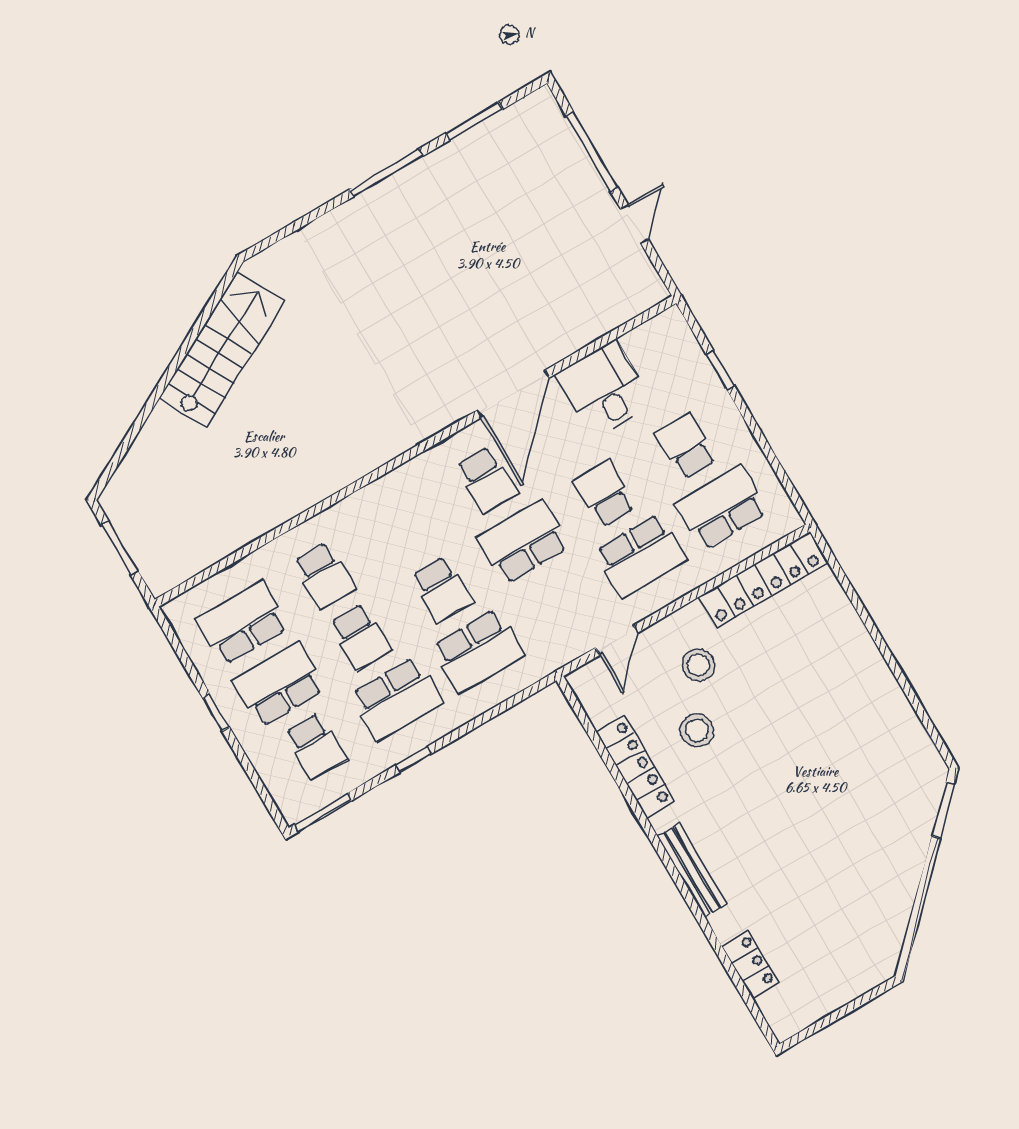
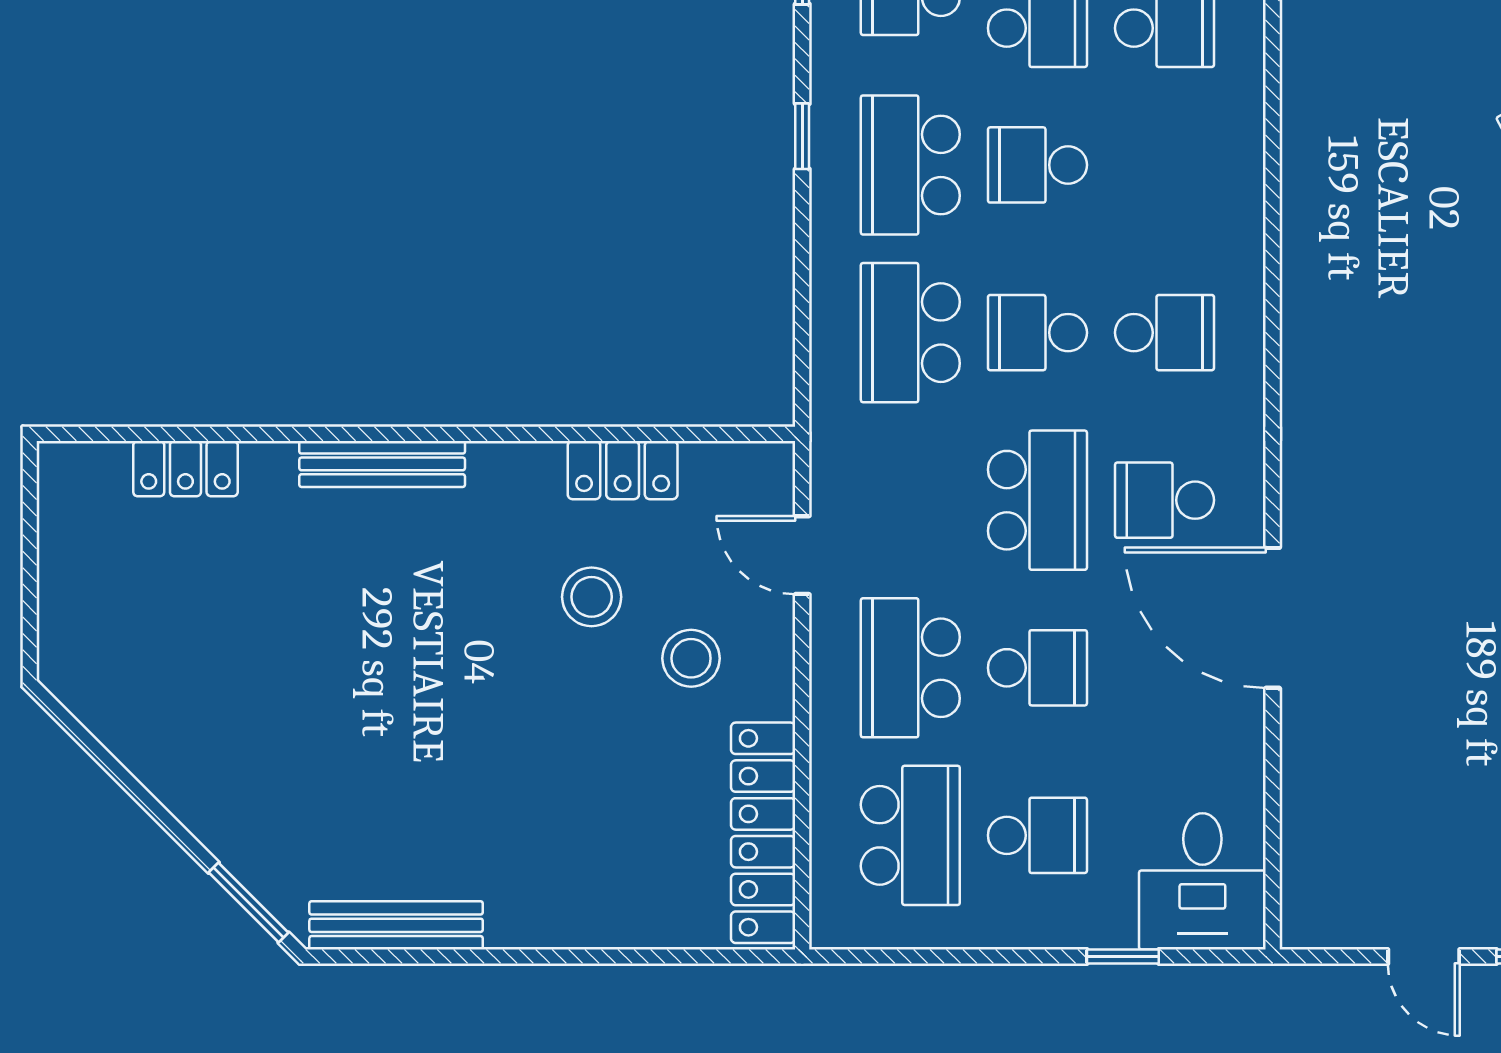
desk: (604, 390) -> (1202, 881), moved, turned 90
school desk: (324, 575) -> (1165, 333), moved, turned 180
bench: (912, 732) -> (396, 925), added
locker: (635, 766) -> (623, 470), width x0.66

